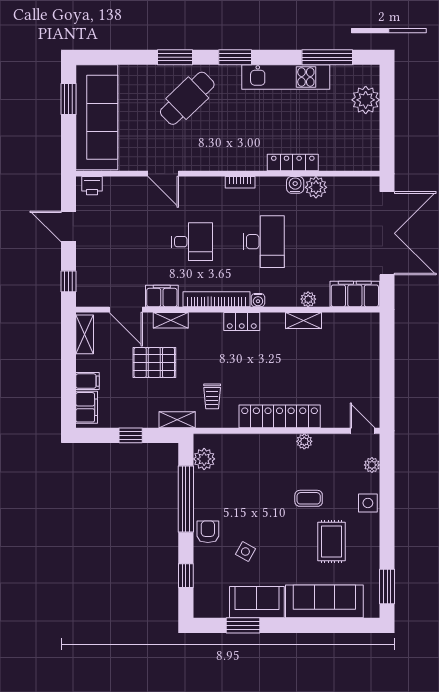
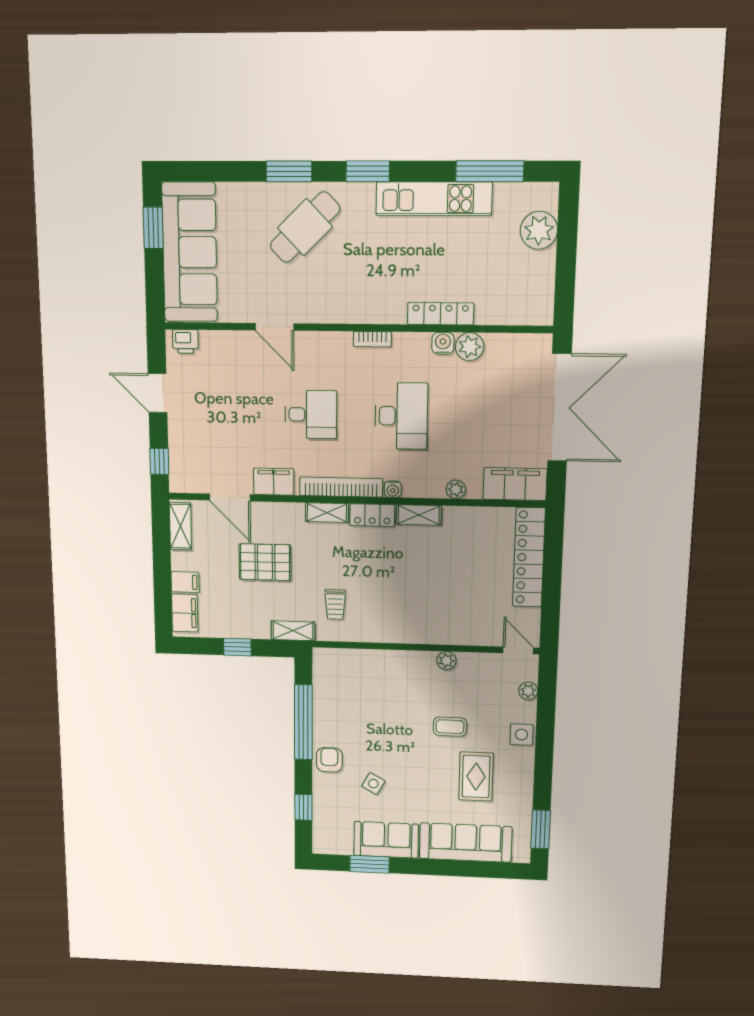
shelving: (171, 320) -> (327, 513), moved
shelving: (304, 320) -> (419, 515), moved
locker: (280, 416) -> (529, 557), moved, turned -90
plant: (204, 459) -> (325, 677), removed

